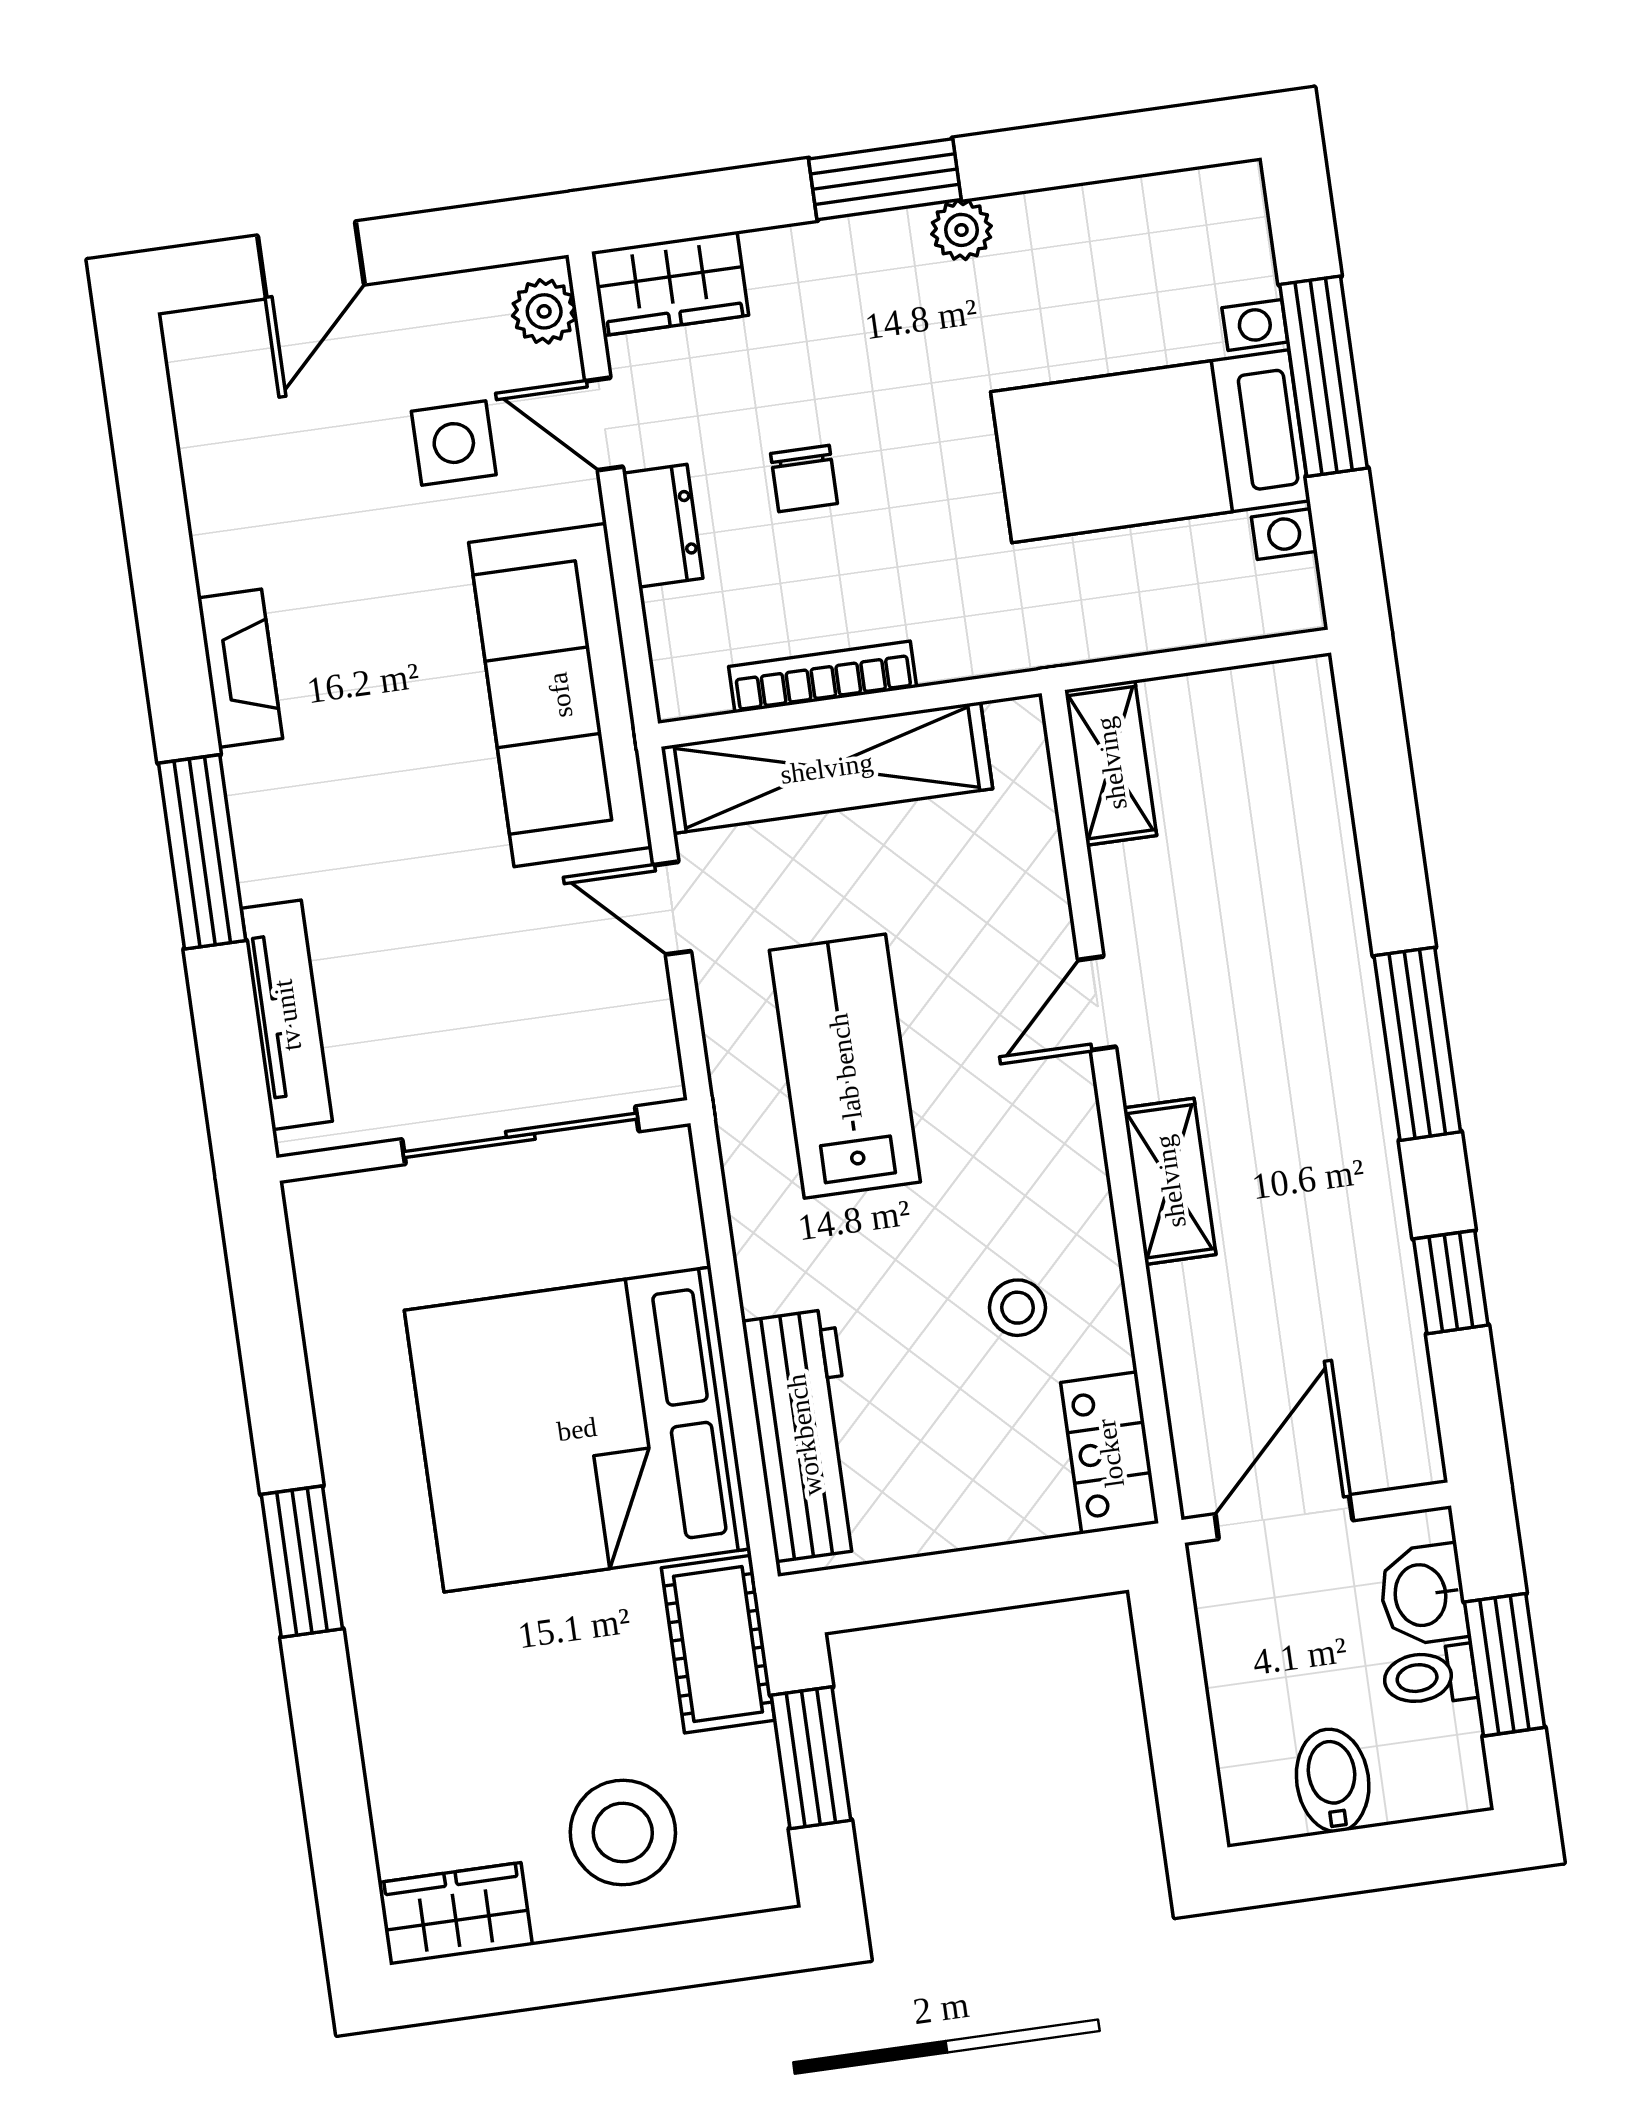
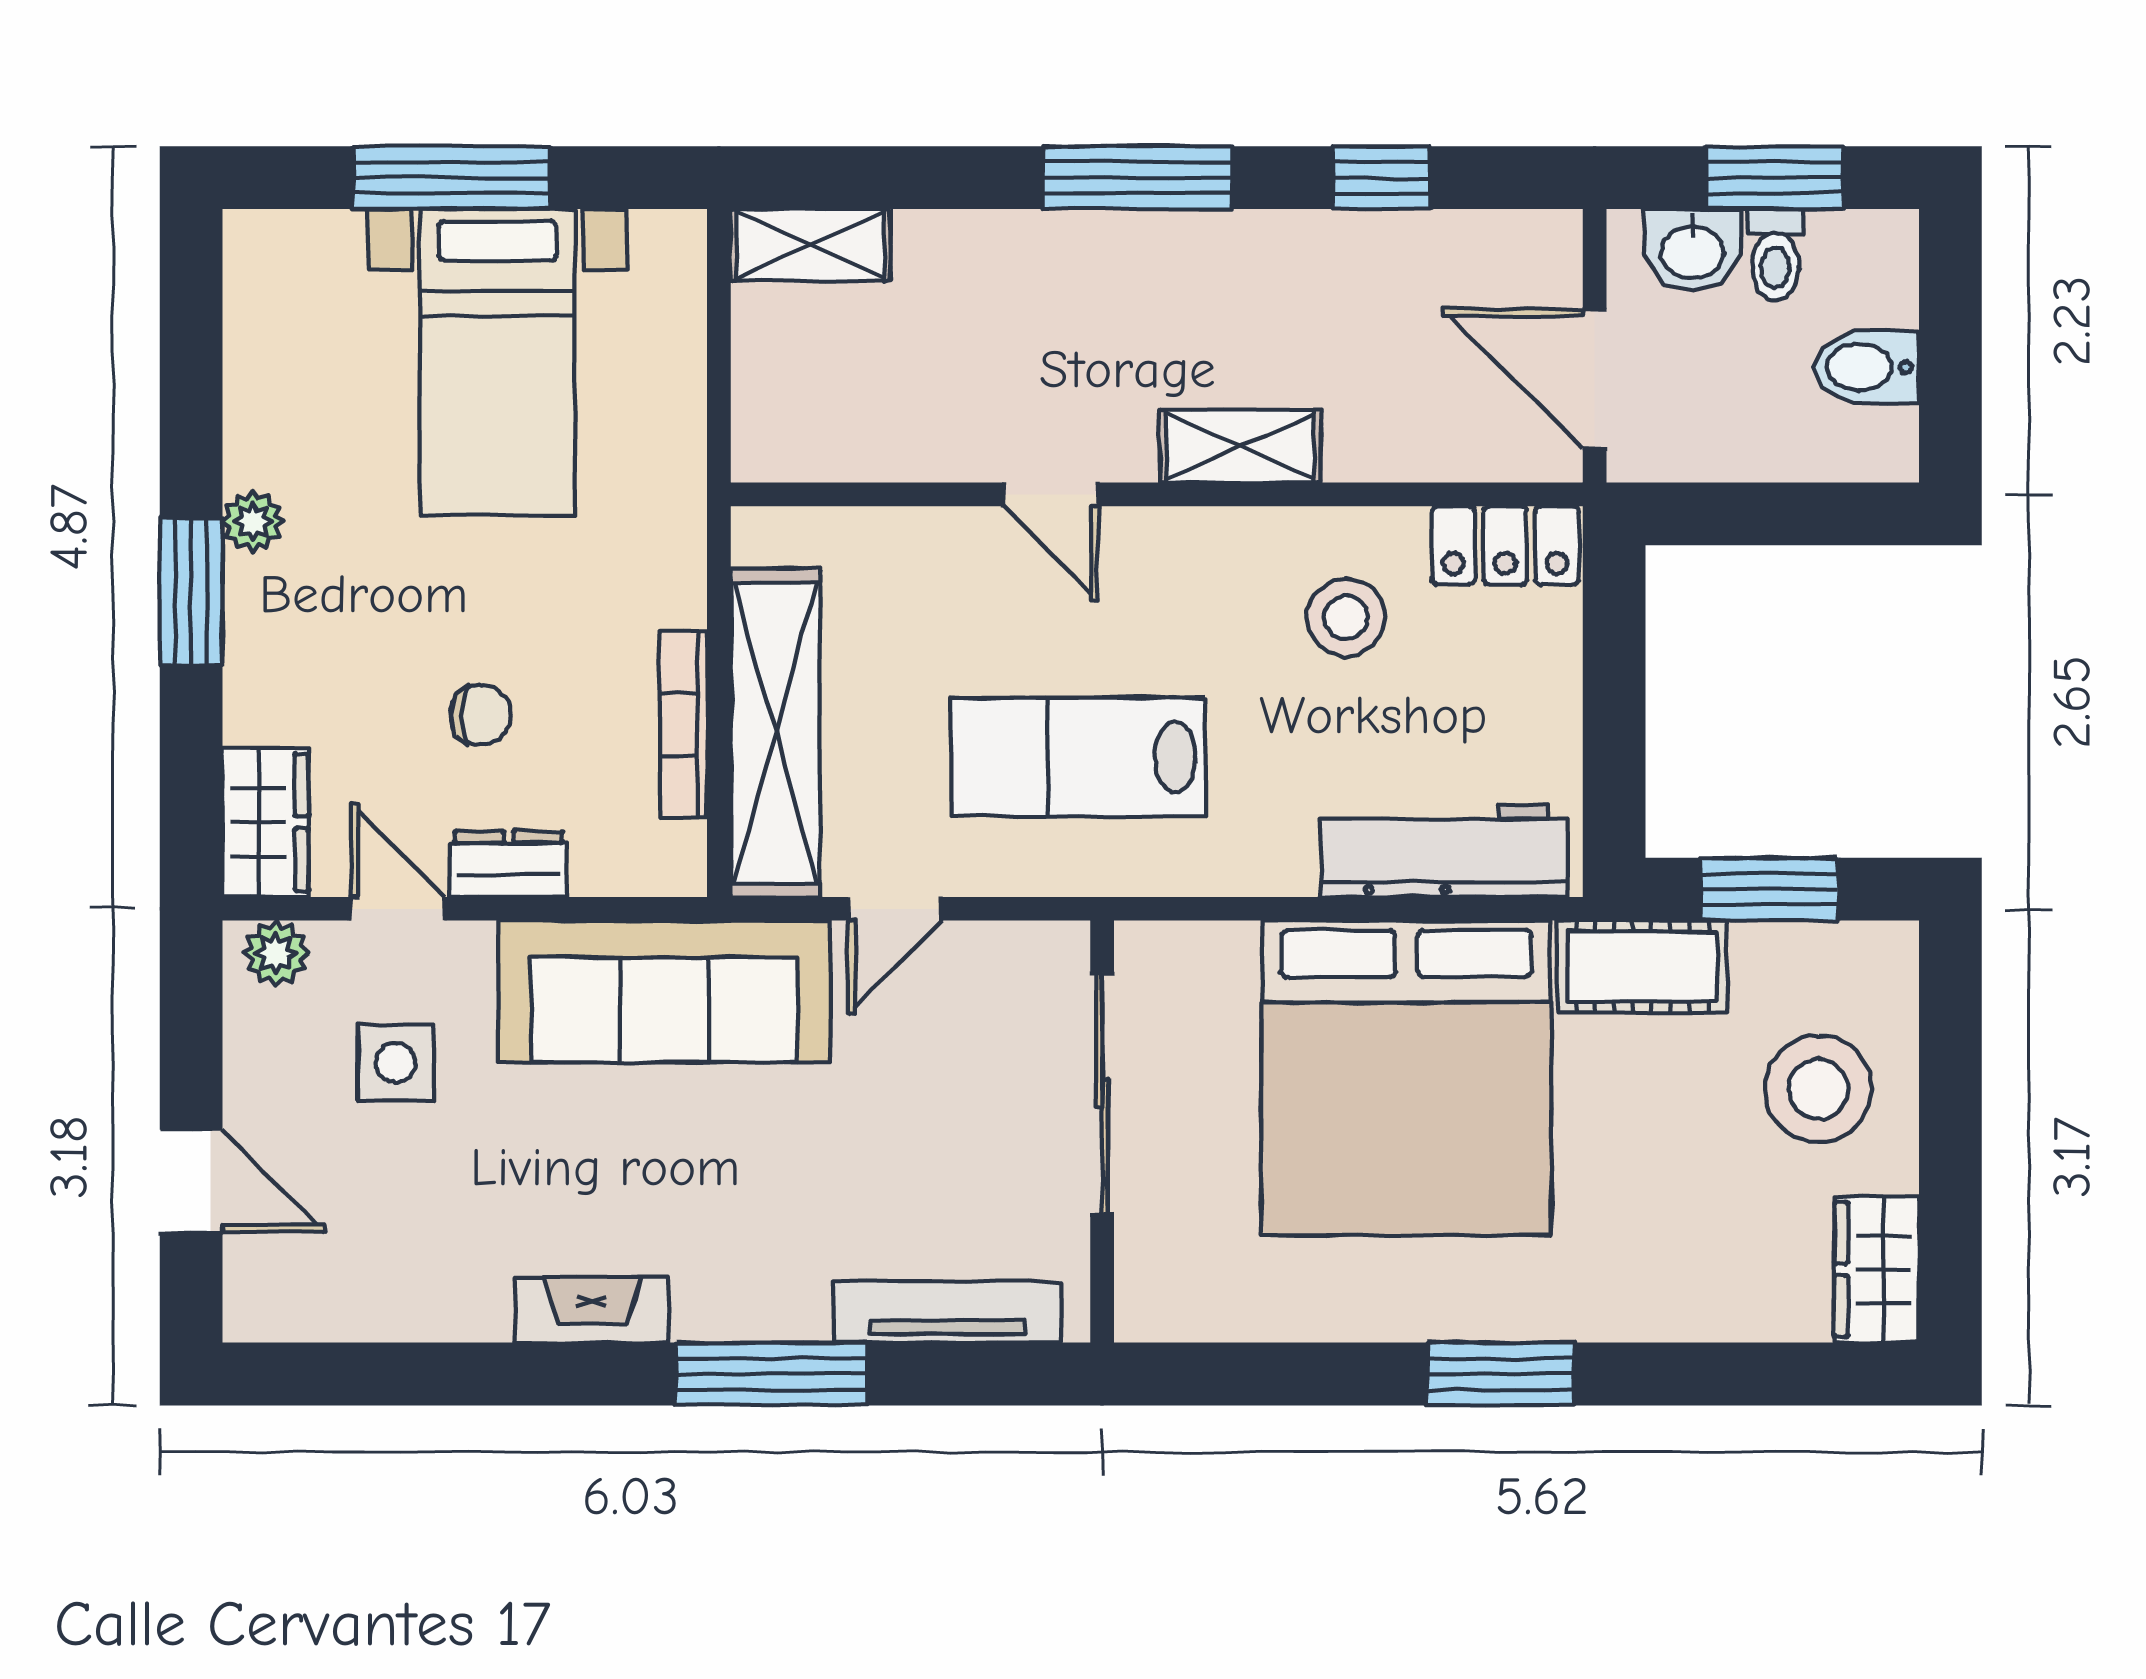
door: (604, 424) -> (398, 909), swing flipped
shelving: (1111, 763) -> (810, 245), moved
stool: (1018, 1308) -> (1346, 617), width x1.37, depth x1.37

